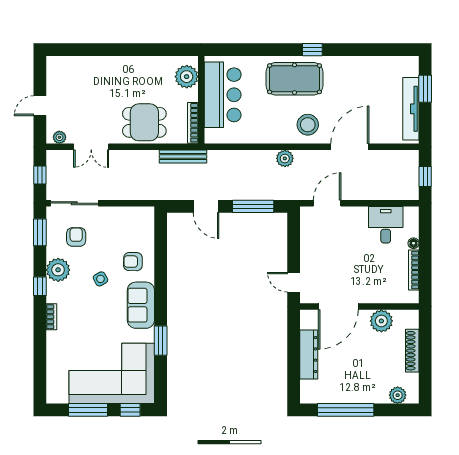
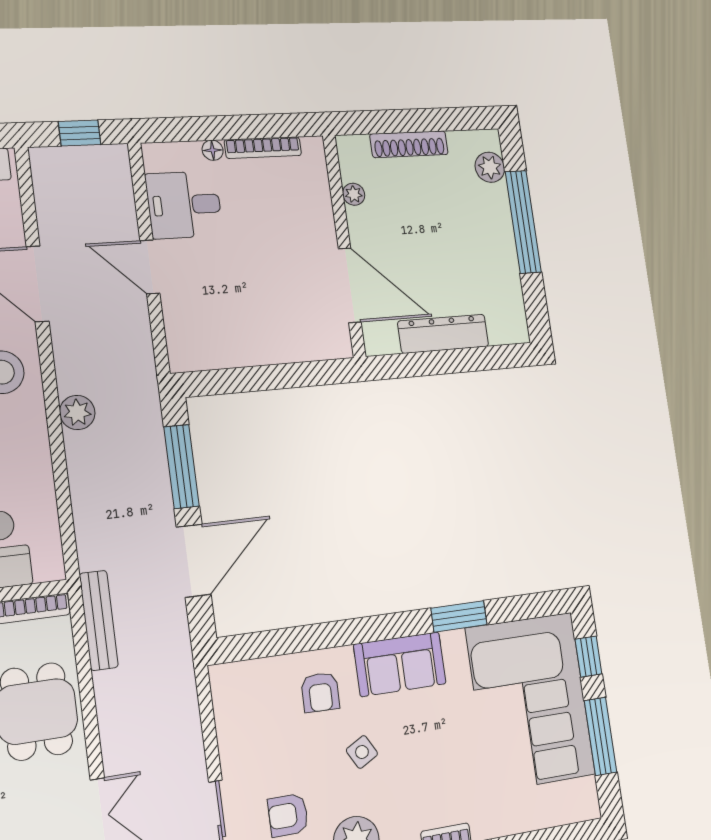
door: (327, 203) -> (150, 267), moved
door: (206, 206) -> (194, 561), width x1.36
door: (294, 282) -> (317, 373), removed
plant: (381, 321) -> (354, 194), width x0.53, depth x0.53
window: (346, 410) -> (523, 222), moved

